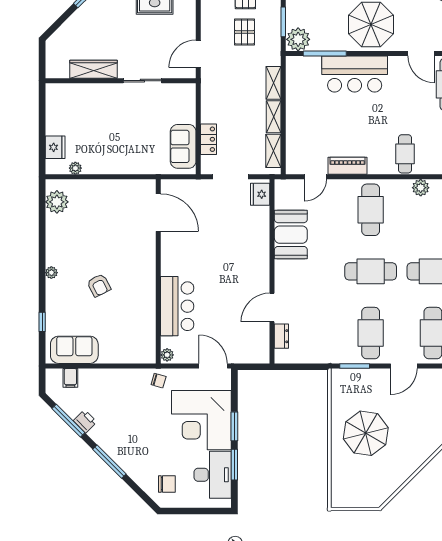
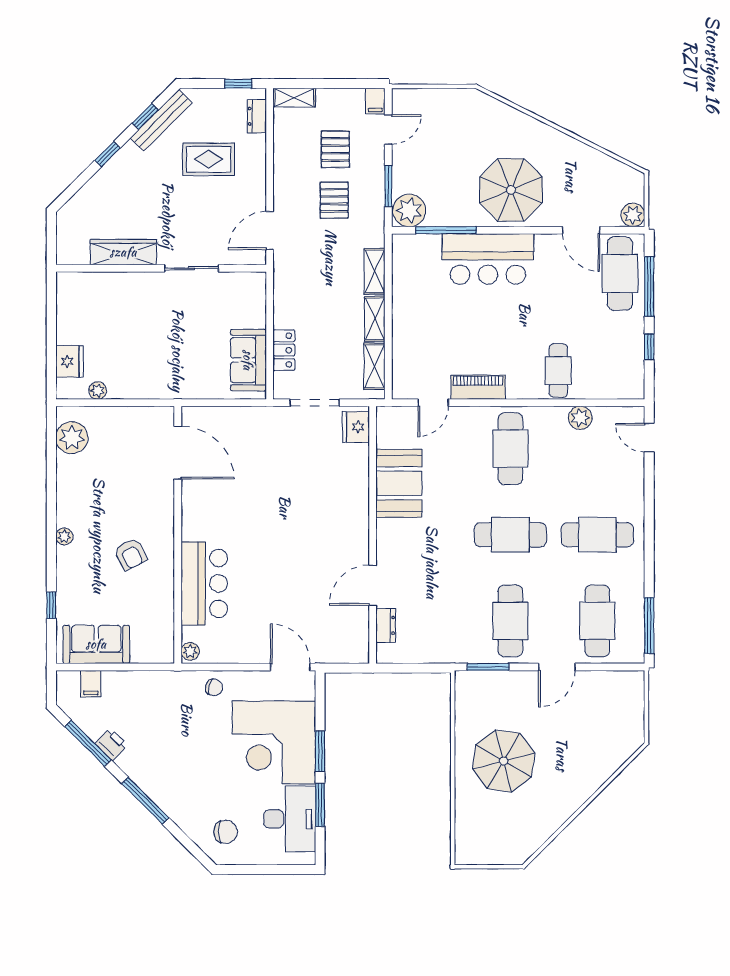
door: (158, 213) -> (178, 453), moved
wall: (158, 271) -> (178, 535), moved
bar counter: (177, 306) -> (204, 583), moved
plant: (167, 355) -> (190, 651), moved

